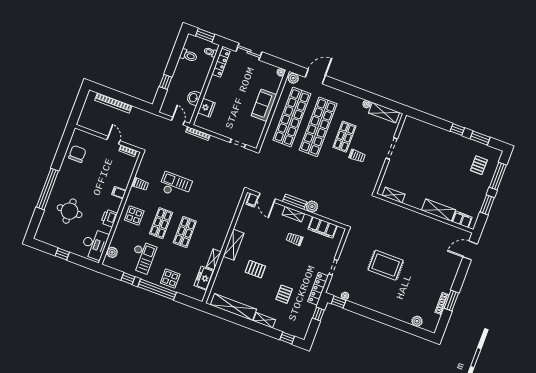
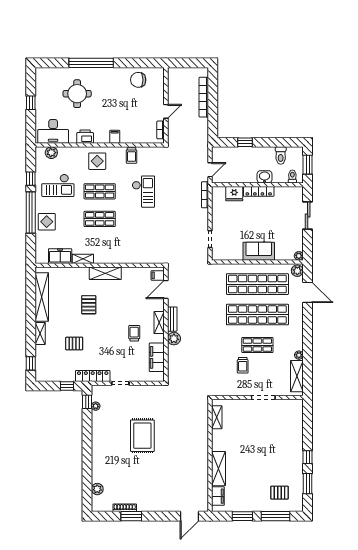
locker: (221, 63) -> (259, 191), moved
washbasin: (194, 98) -> (265, 177), moved
chair: (77, 154) -> (138, 80), turned 180
door: (470, 250) -> (189, 516), swing flipped

